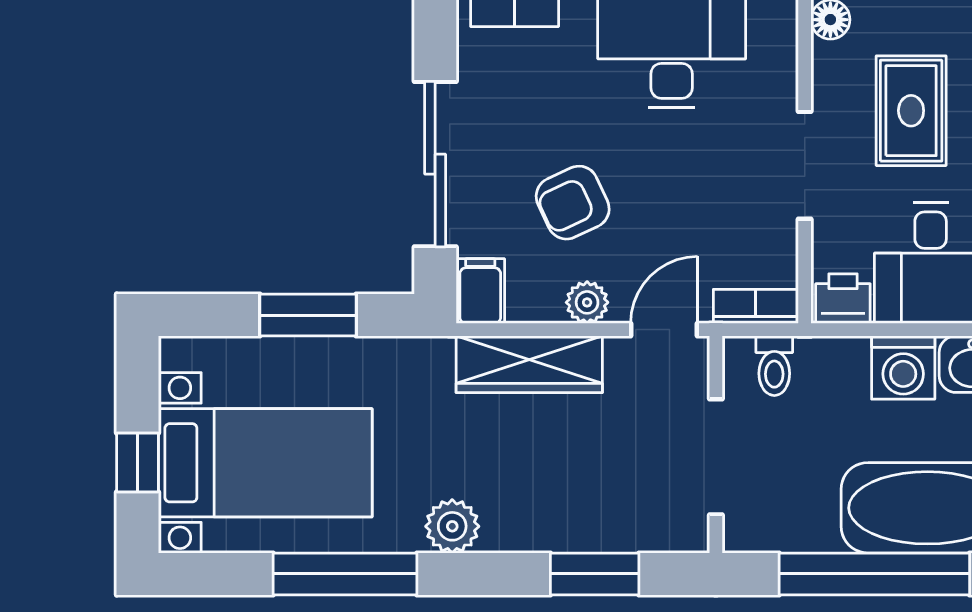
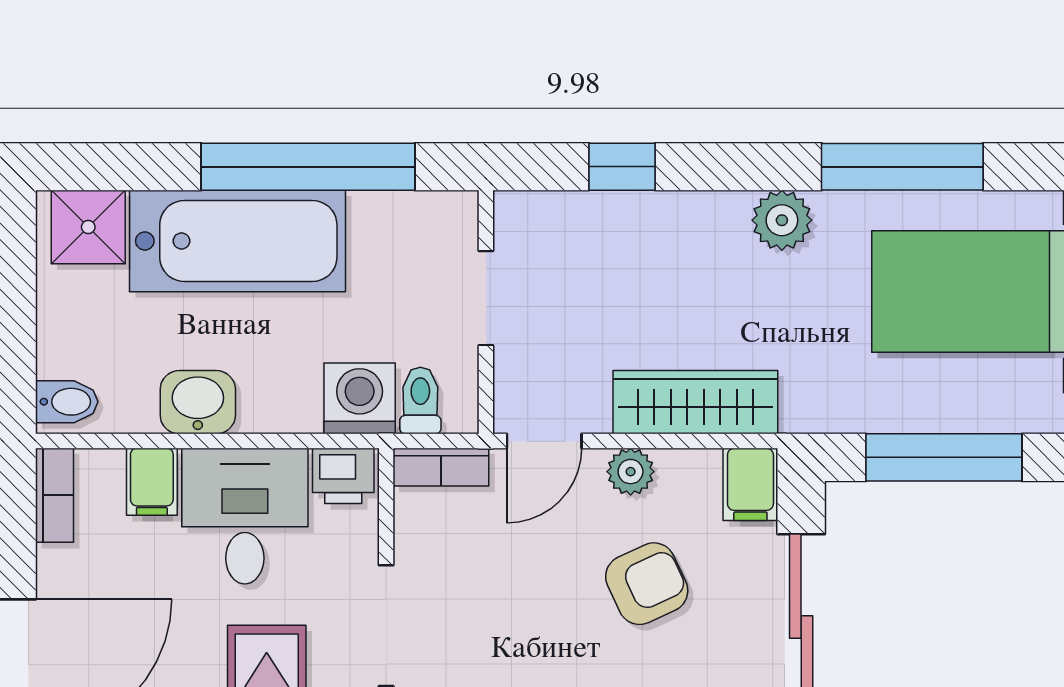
window: (308, 315) -> (944, 457), width x1.44
washing machine: (903, 368) -> (360, 398), moved
doorway: (716, 457) -> (486, 298), width x0.73
window: (595, 574) -> (622, 167), width x0.67

